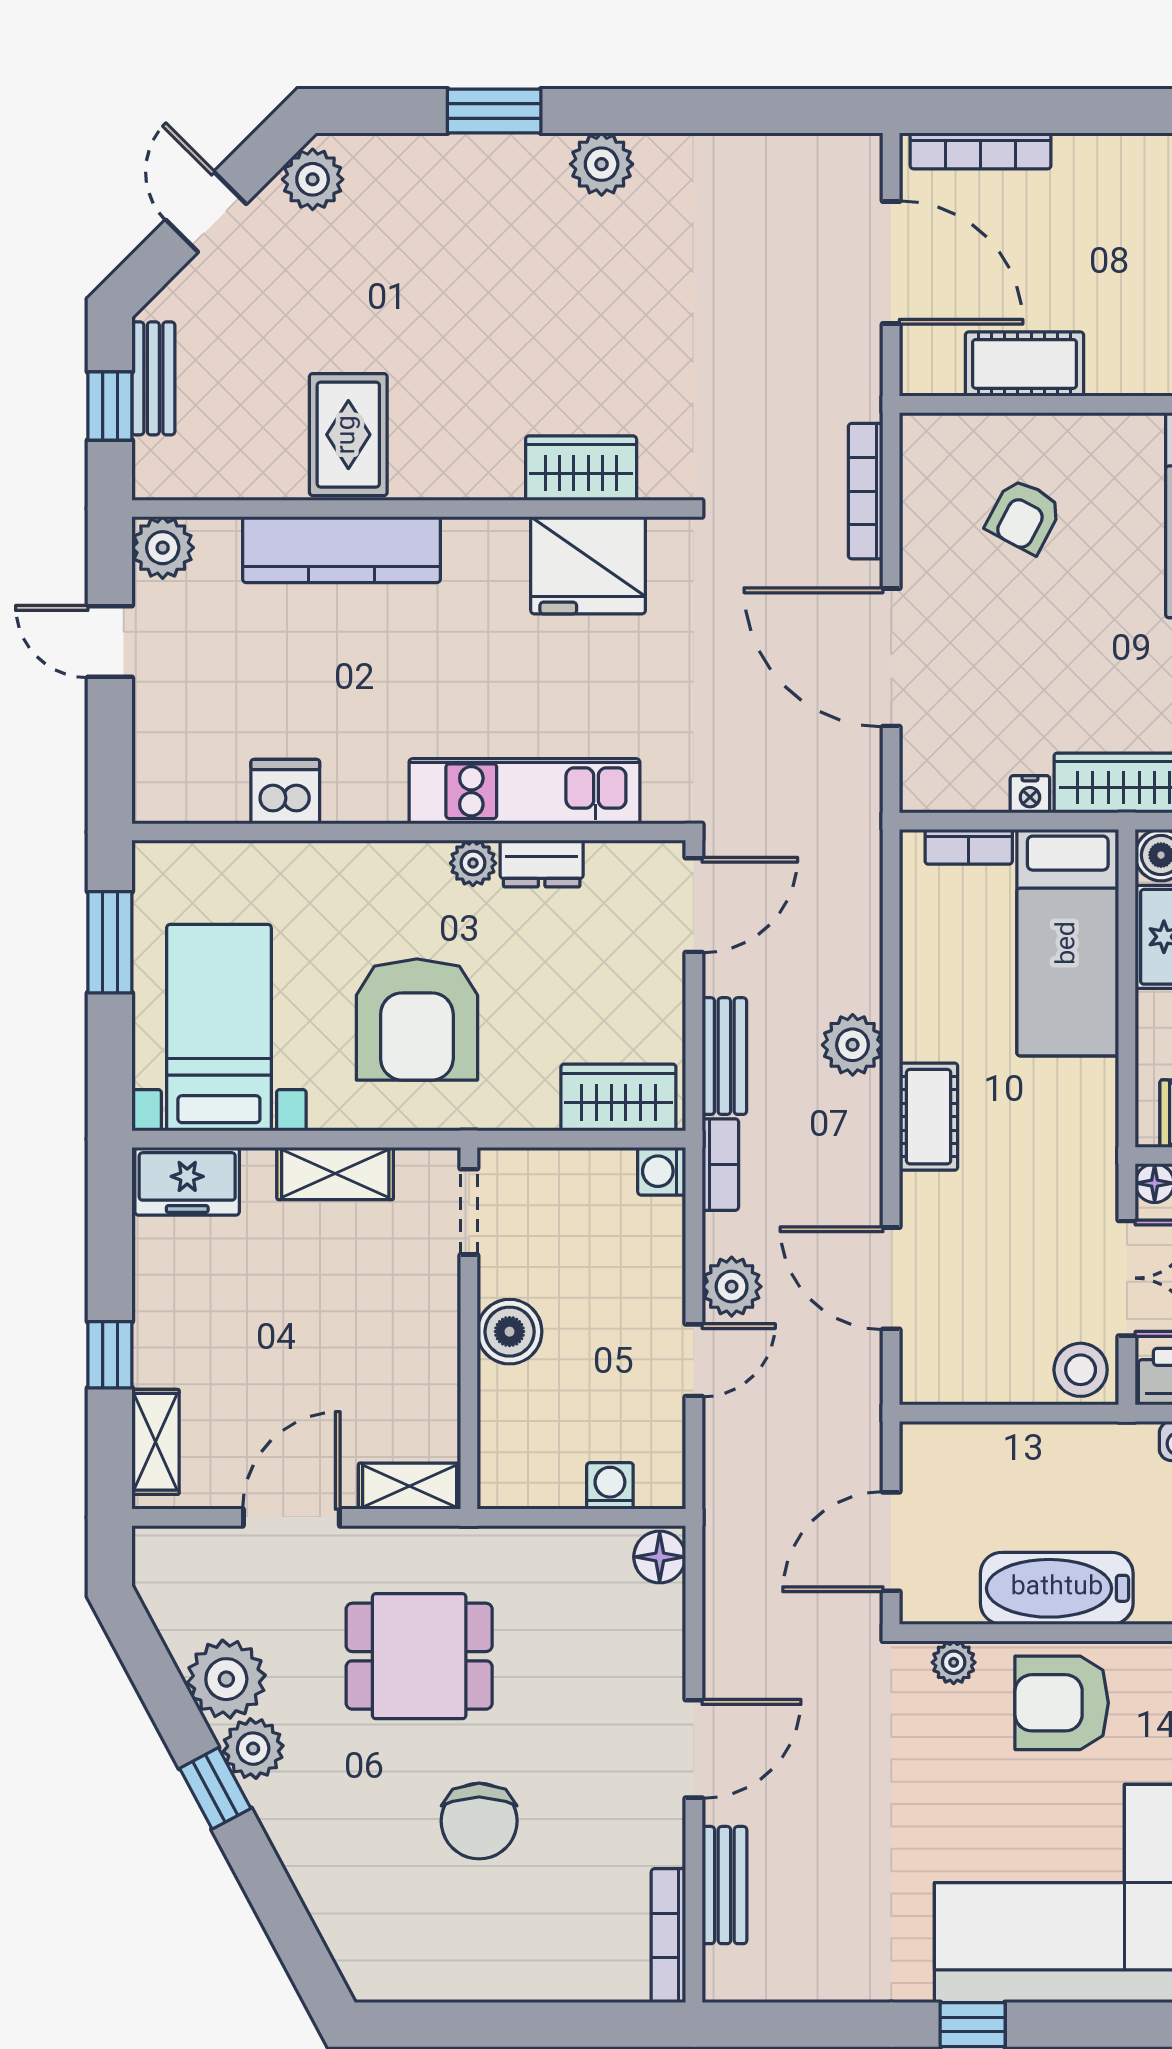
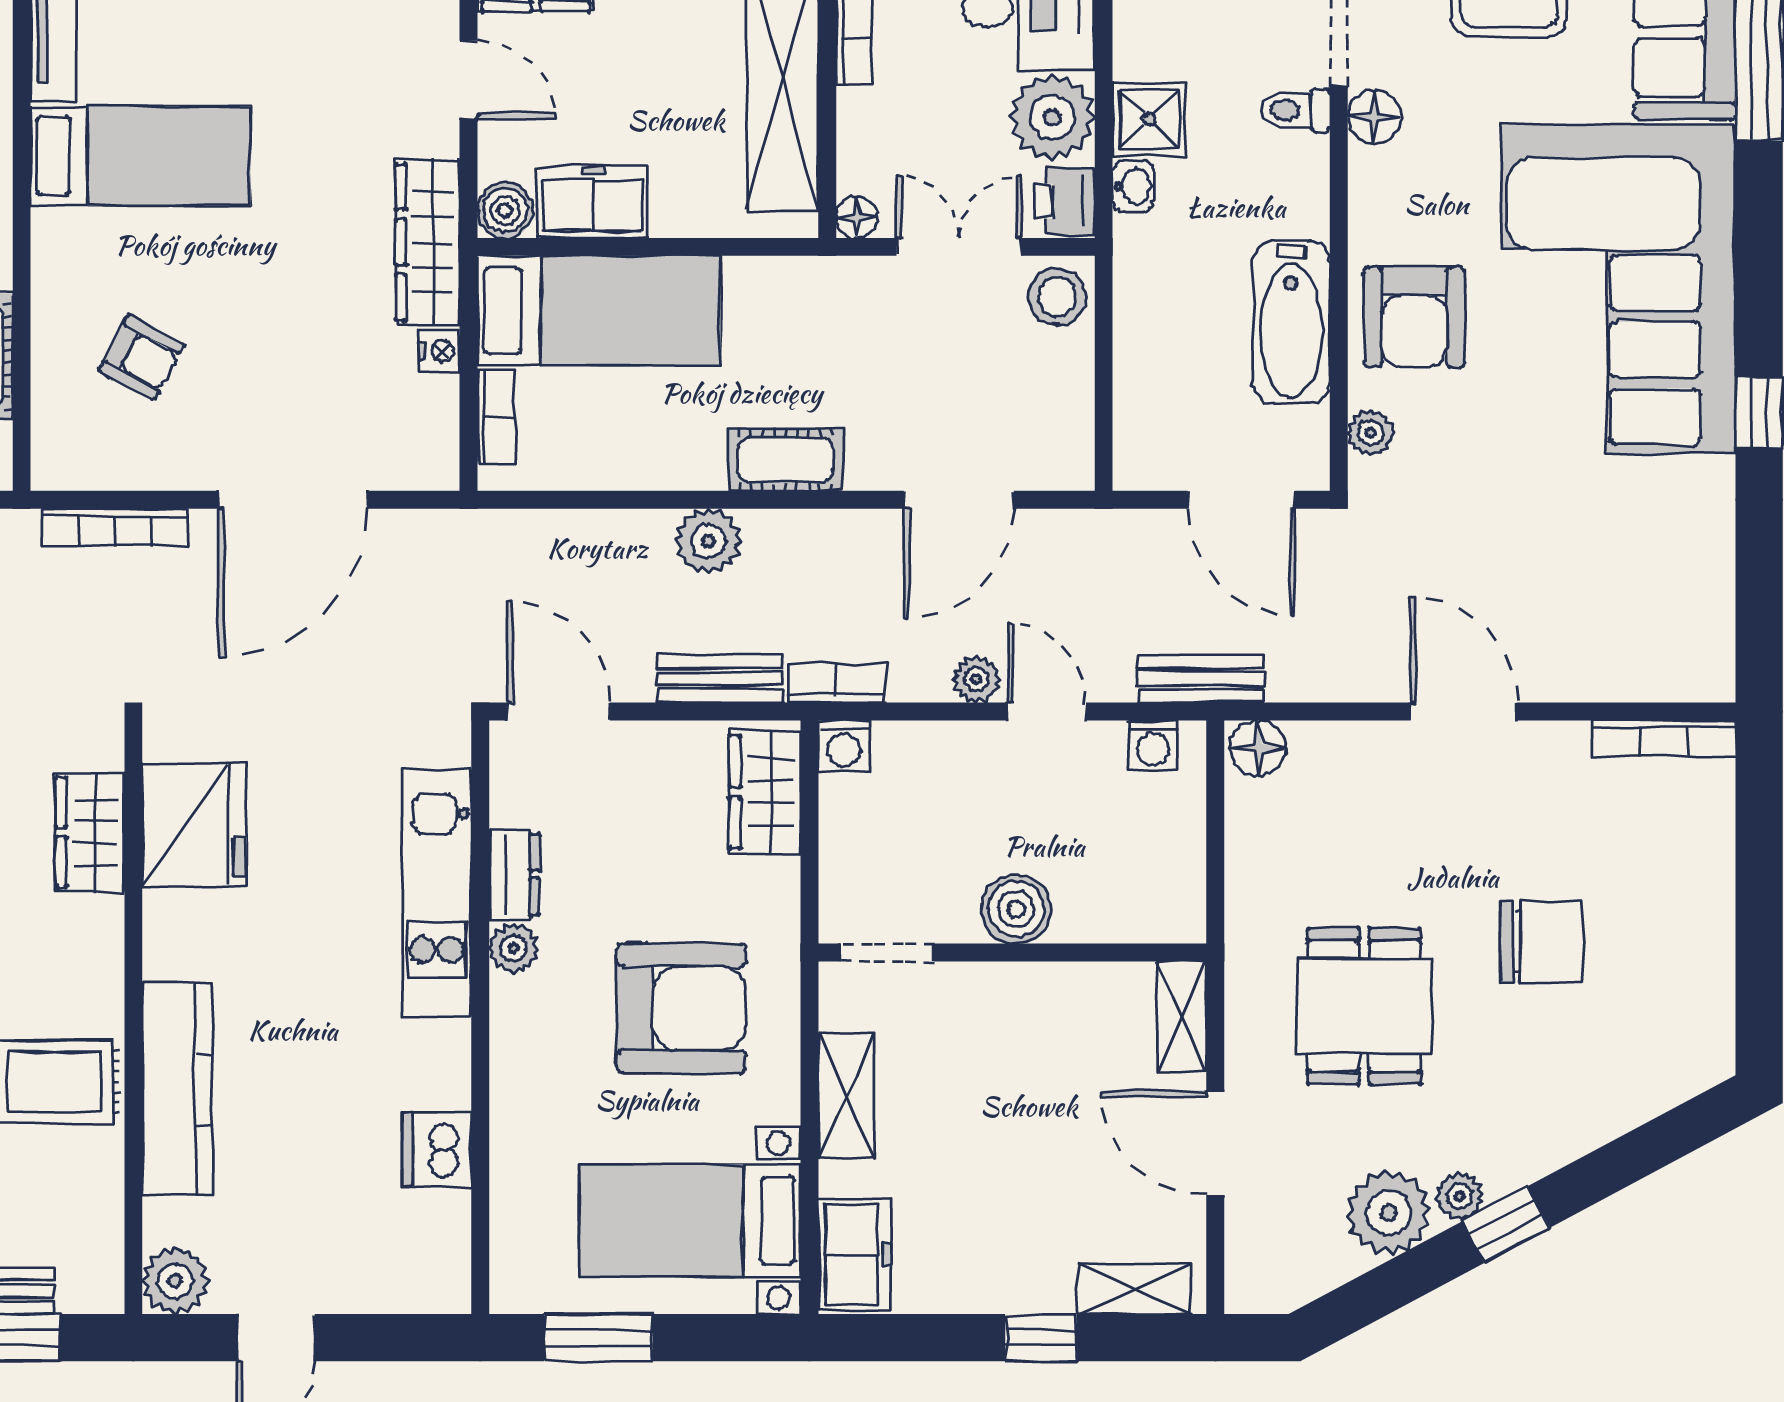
plant: (732, 1287) -> (976, 680), width x0.73, depth x0.73
washing machine: (610, 1486) -> (1153, 745), moved, turned -90
plant: (253, 1749) -> (1460, 1196), width x0.73, depth x0.73
bench: (724, 1885) -> (1201, 679), moved

